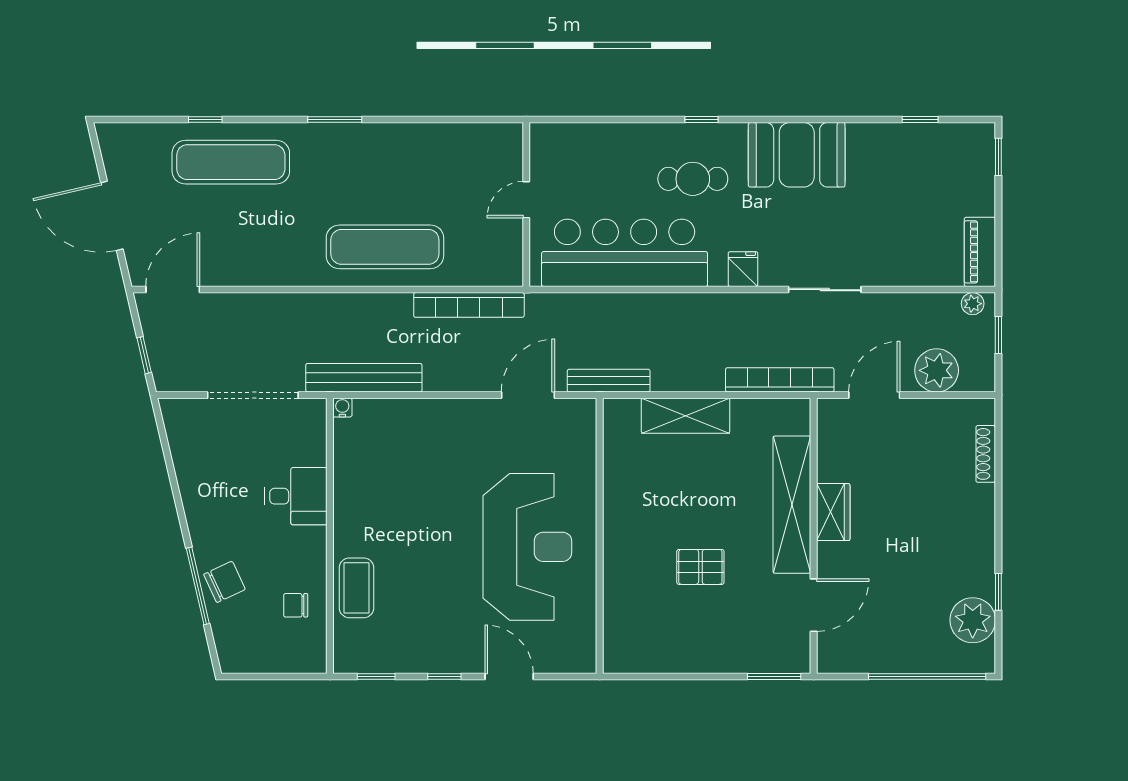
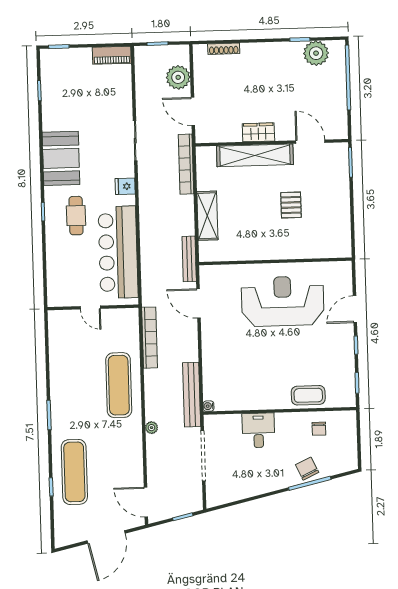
plant: (973, 304) -> (152, 428), moved

